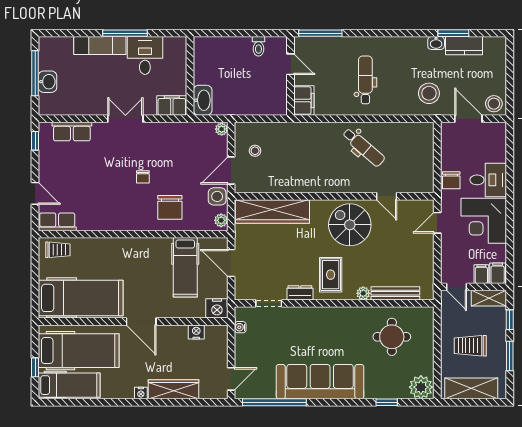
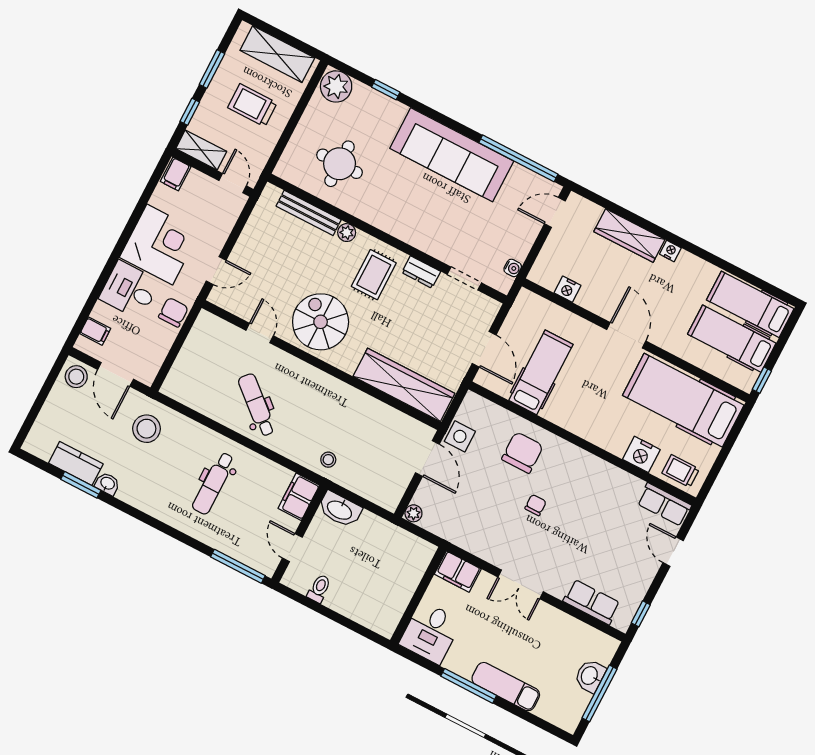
desk: (145, 55) -> (430, 633), moved
washbasin: (203, 100) -> (340, 510), moved, turned -90
stool: (255, 151) -> (328, 460), moved
door: (231, 171) -> (427, 459), hinge flipped
plant: (221, 220) -> (470, 406), removed
spiral stairs: (350, 225) -> (321, 322), turned 180
filing cabinet: (481, 274) -> (95, 331), moved, turned -90
nightstand: (217, 308) -> (641, 454), moved, turned 180
trolley: (470, 346) -> (252, 105), turned 180
hospital bed: (79, 351) -> (732, 339), width x0.73, depth x0.78
window: (35, 367) -> (762, 380), moved

